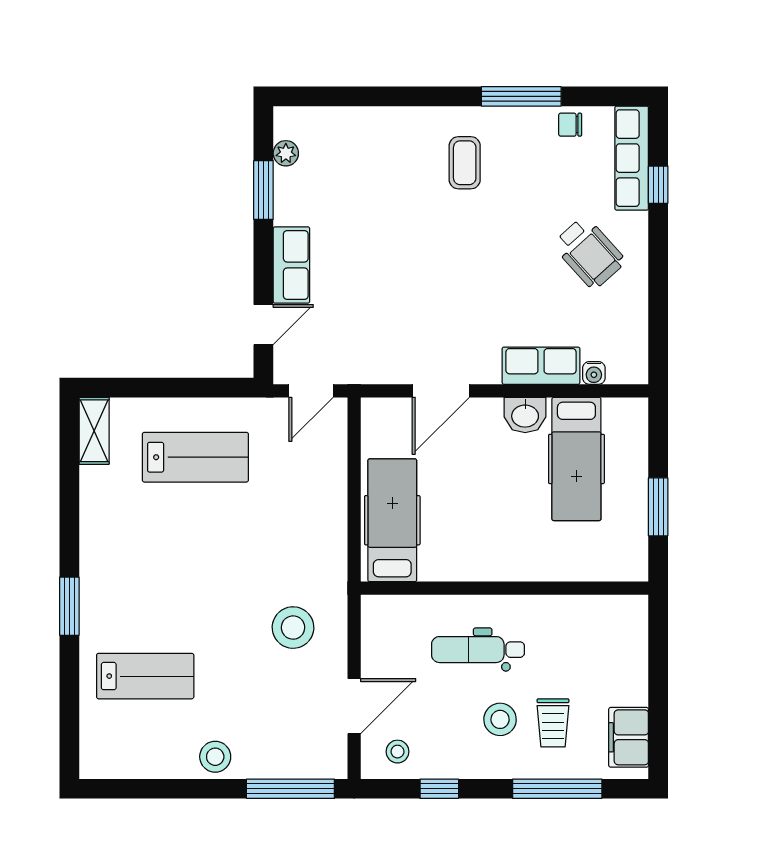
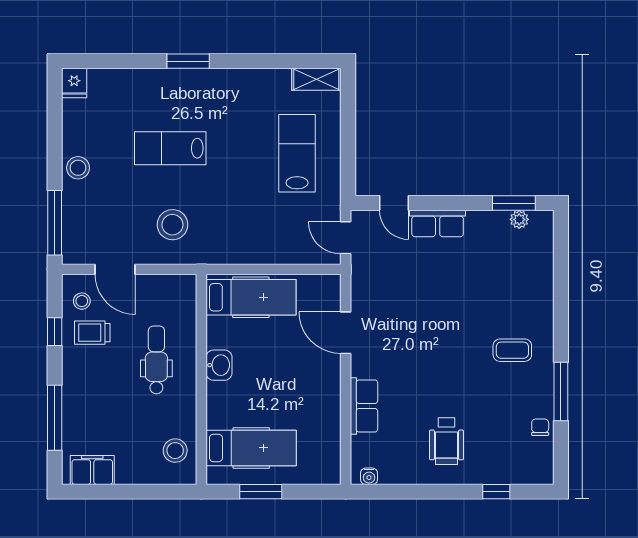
row of seats: (632, 158) -> (516, 472), removed
window: (263, 190) -> (514, 203), moved
wheelchair: (589, 253) -> (446, 441), turned -48
water cooler: (594, 373) -> (369, 476), moved, turned -90
washbasin: (525, 415) -> (219, 365), moved, turned 180
lab bench: (195, 457) -> (297, 153), turned 180
hospital bed: (576, 459) -> (251, 448), moved, turned 180
lab bench: (145, 676) -> (170, 148), moved, turned 90
stool: (500, 719) -> (175, 451), moved
trolley: (553, 723) -> (92, 333), moved
fridge: (99, 762) -> (74, 83), added

